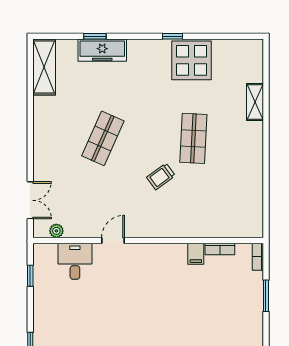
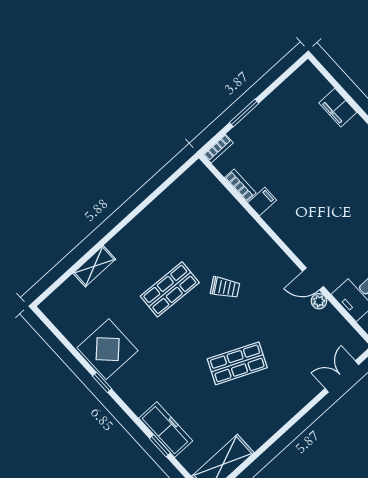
plant: (56, 231) -> (319, 301), moved

